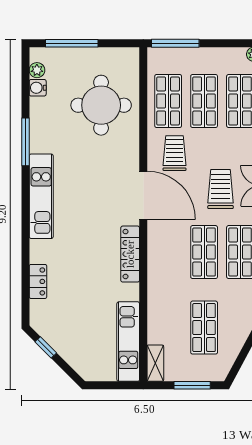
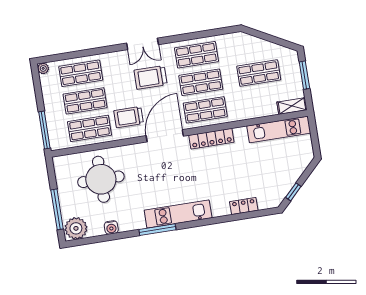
plant: (37, 70) -> (76, 228), width x1.88, depth x1.88
water cooler: (38, 88) -> (111, 227), moved
window: (25, 142) -> (157, 230), moved
shop shelf: (168, 252) -> (205, 110), added

